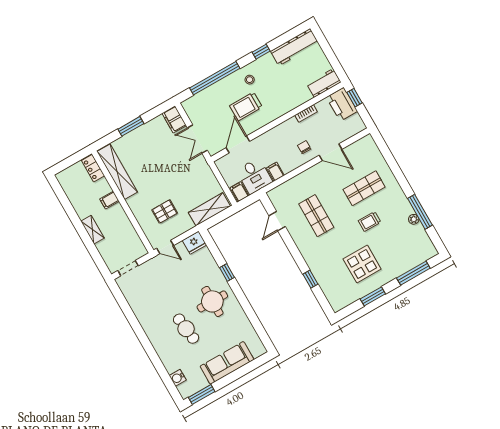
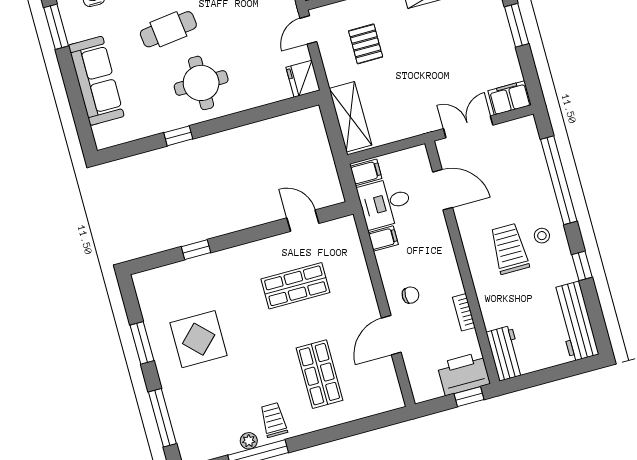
trolley: (246, 106) -> (509, 249), moved
trolley: (370, 221) -> (274, 420), moved
window: (227, 272) -> (178, 136), moved

